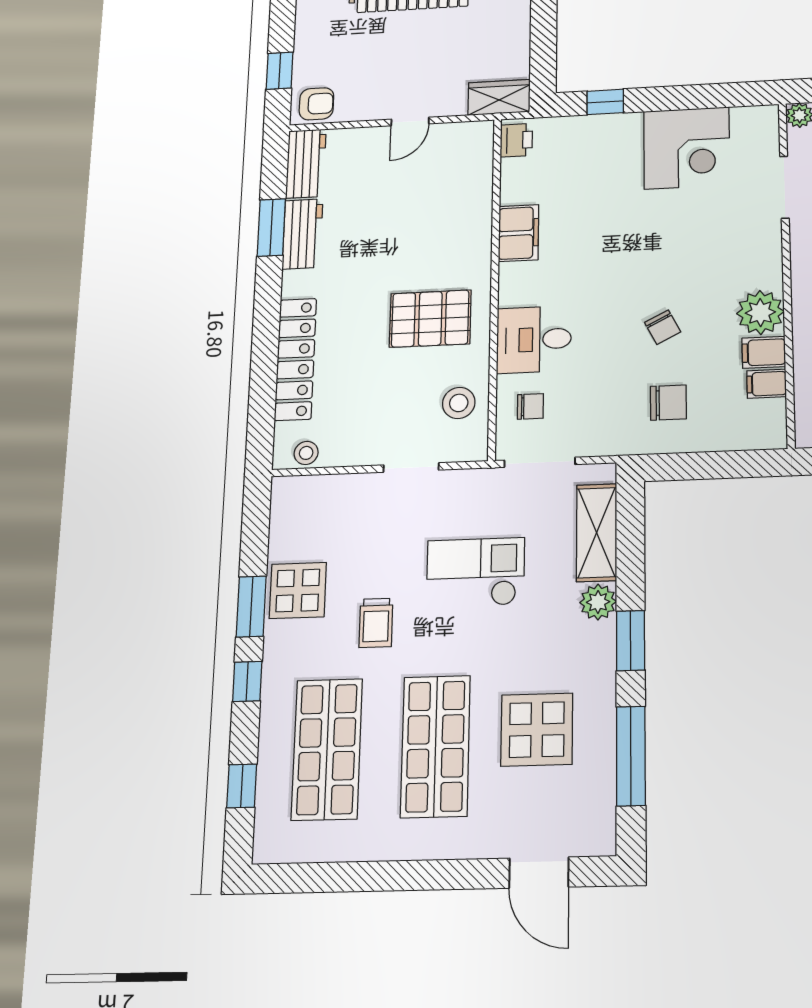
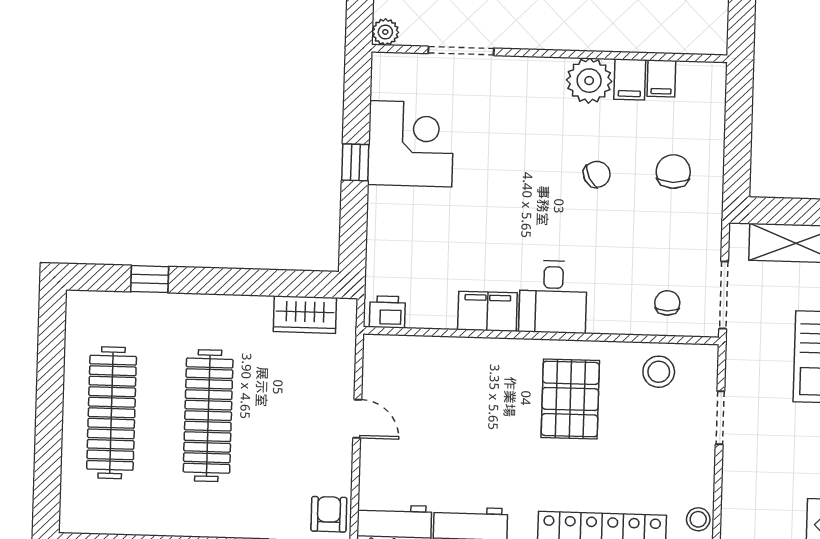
wardrobe: (499, 97) -> (305, 315), moved, turned -90
window: (605, 102) -> (355, 162), moved
desk: (534, 339) -> (553, 297), moved

